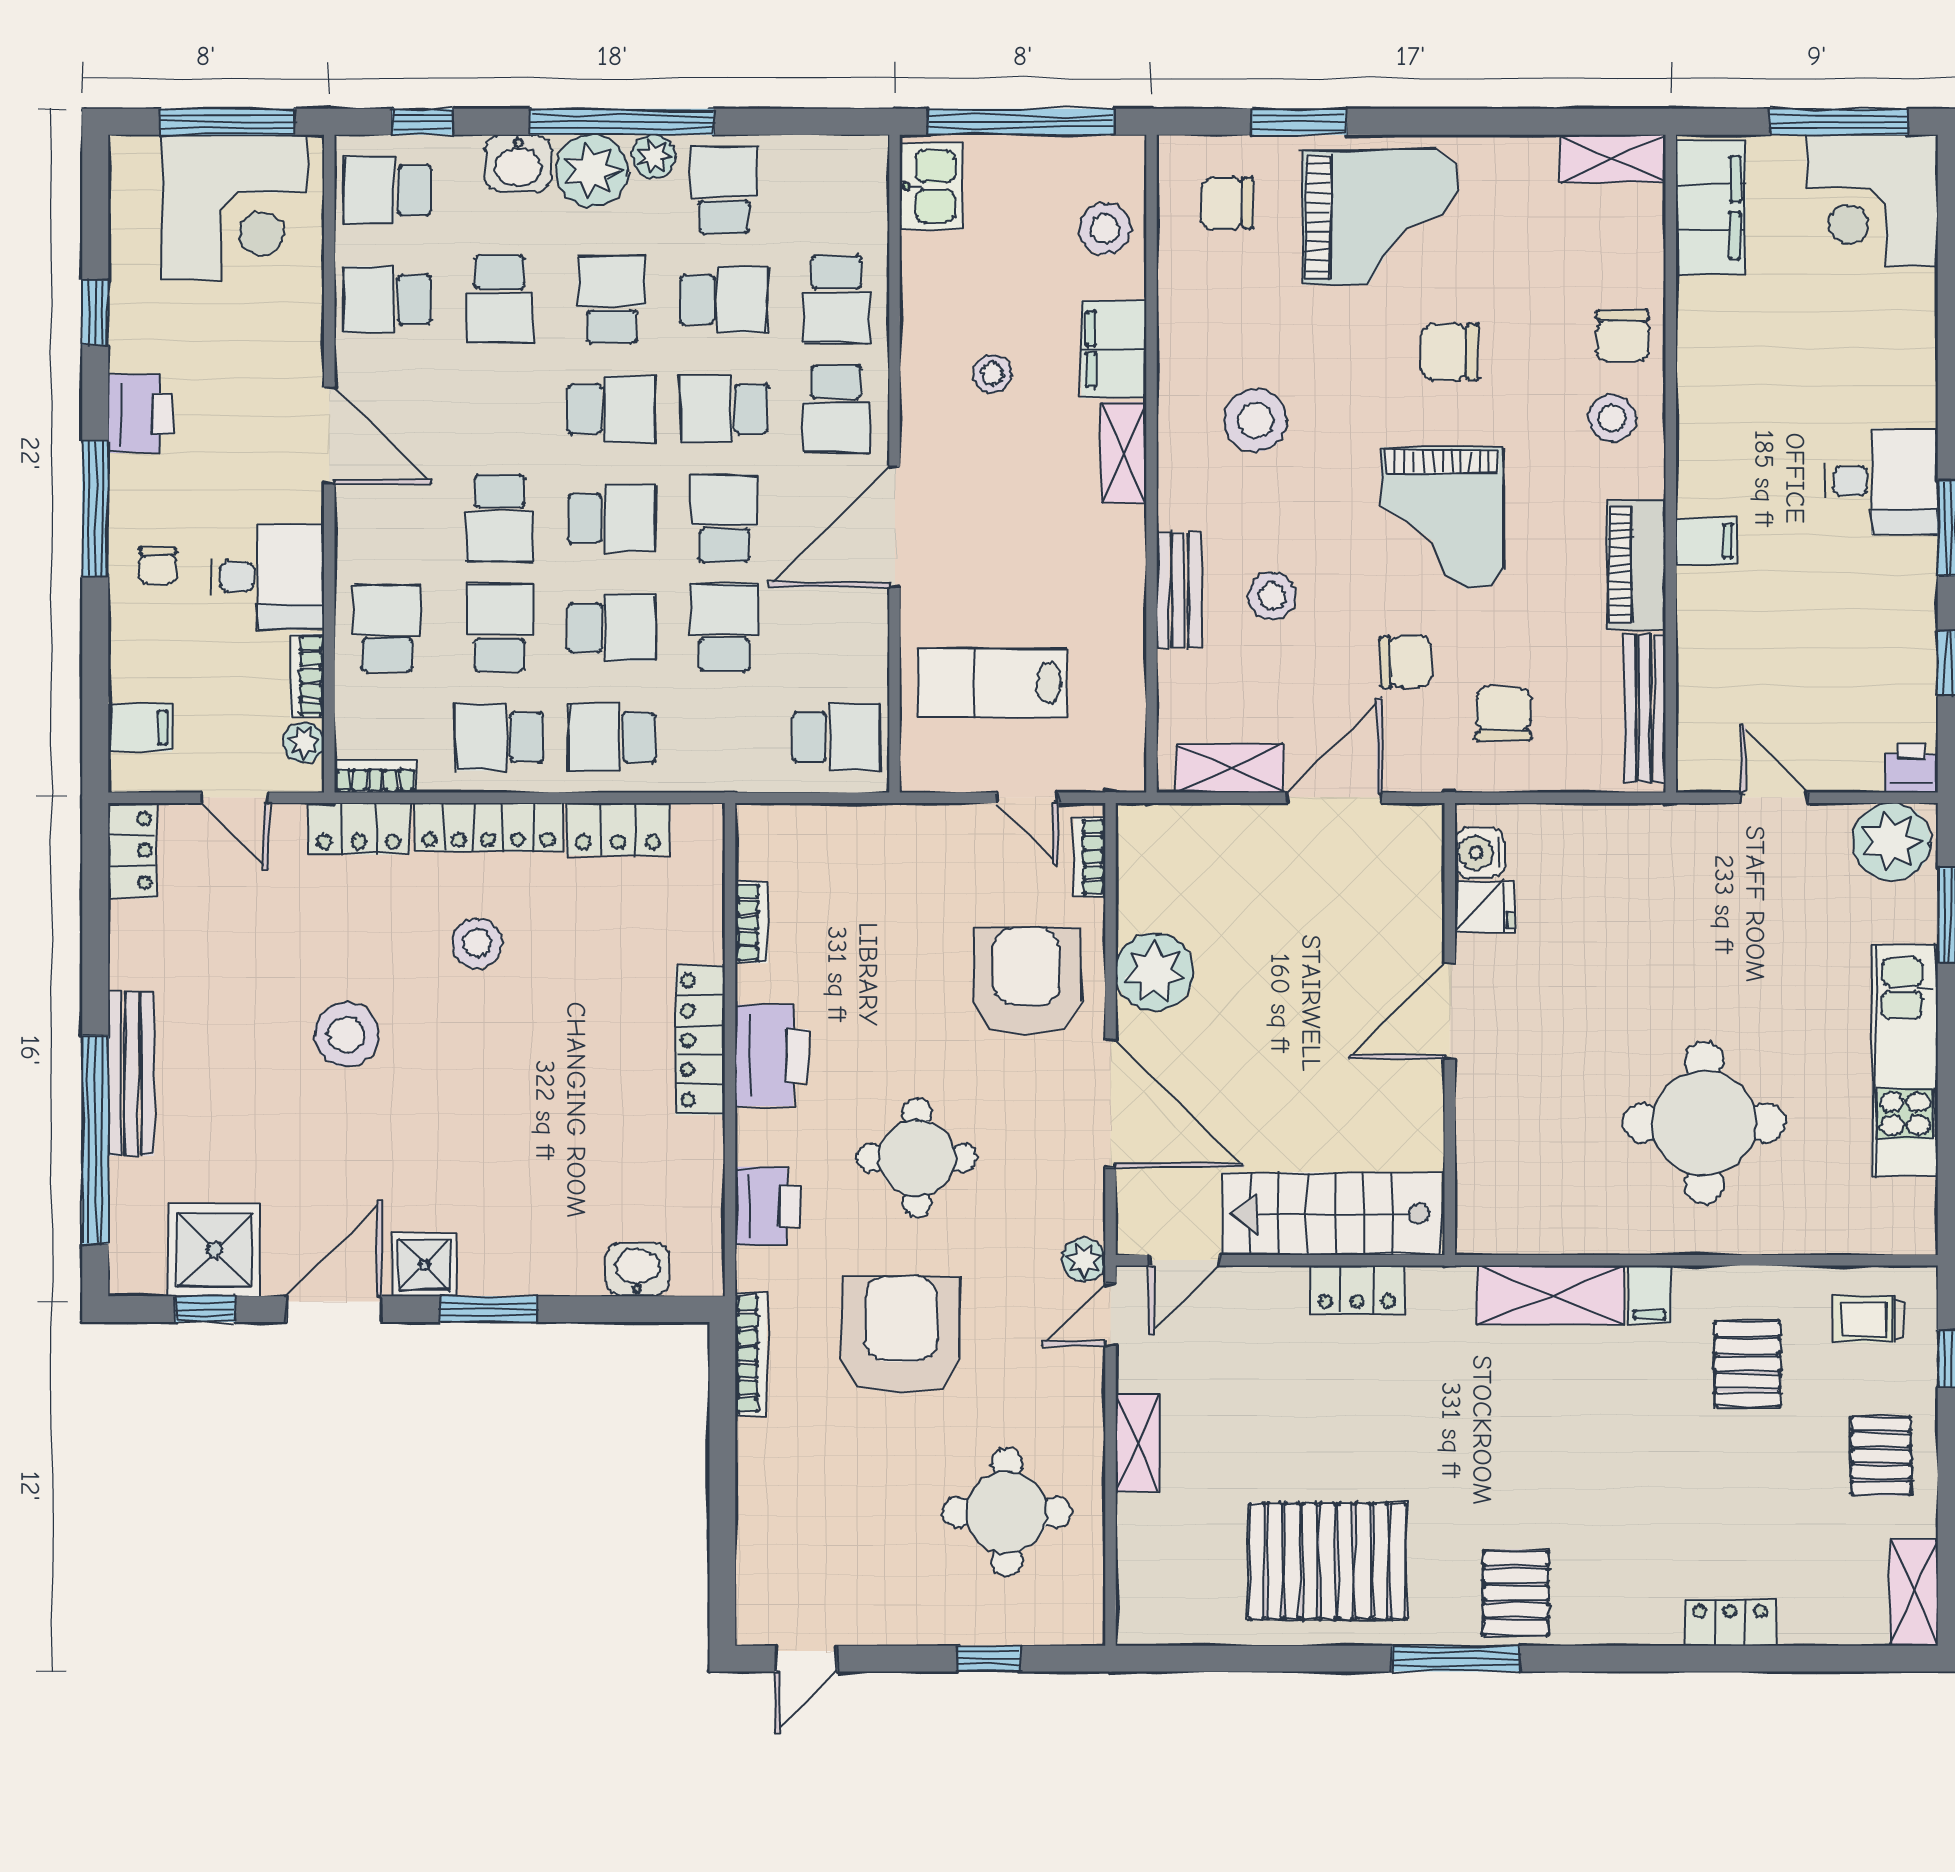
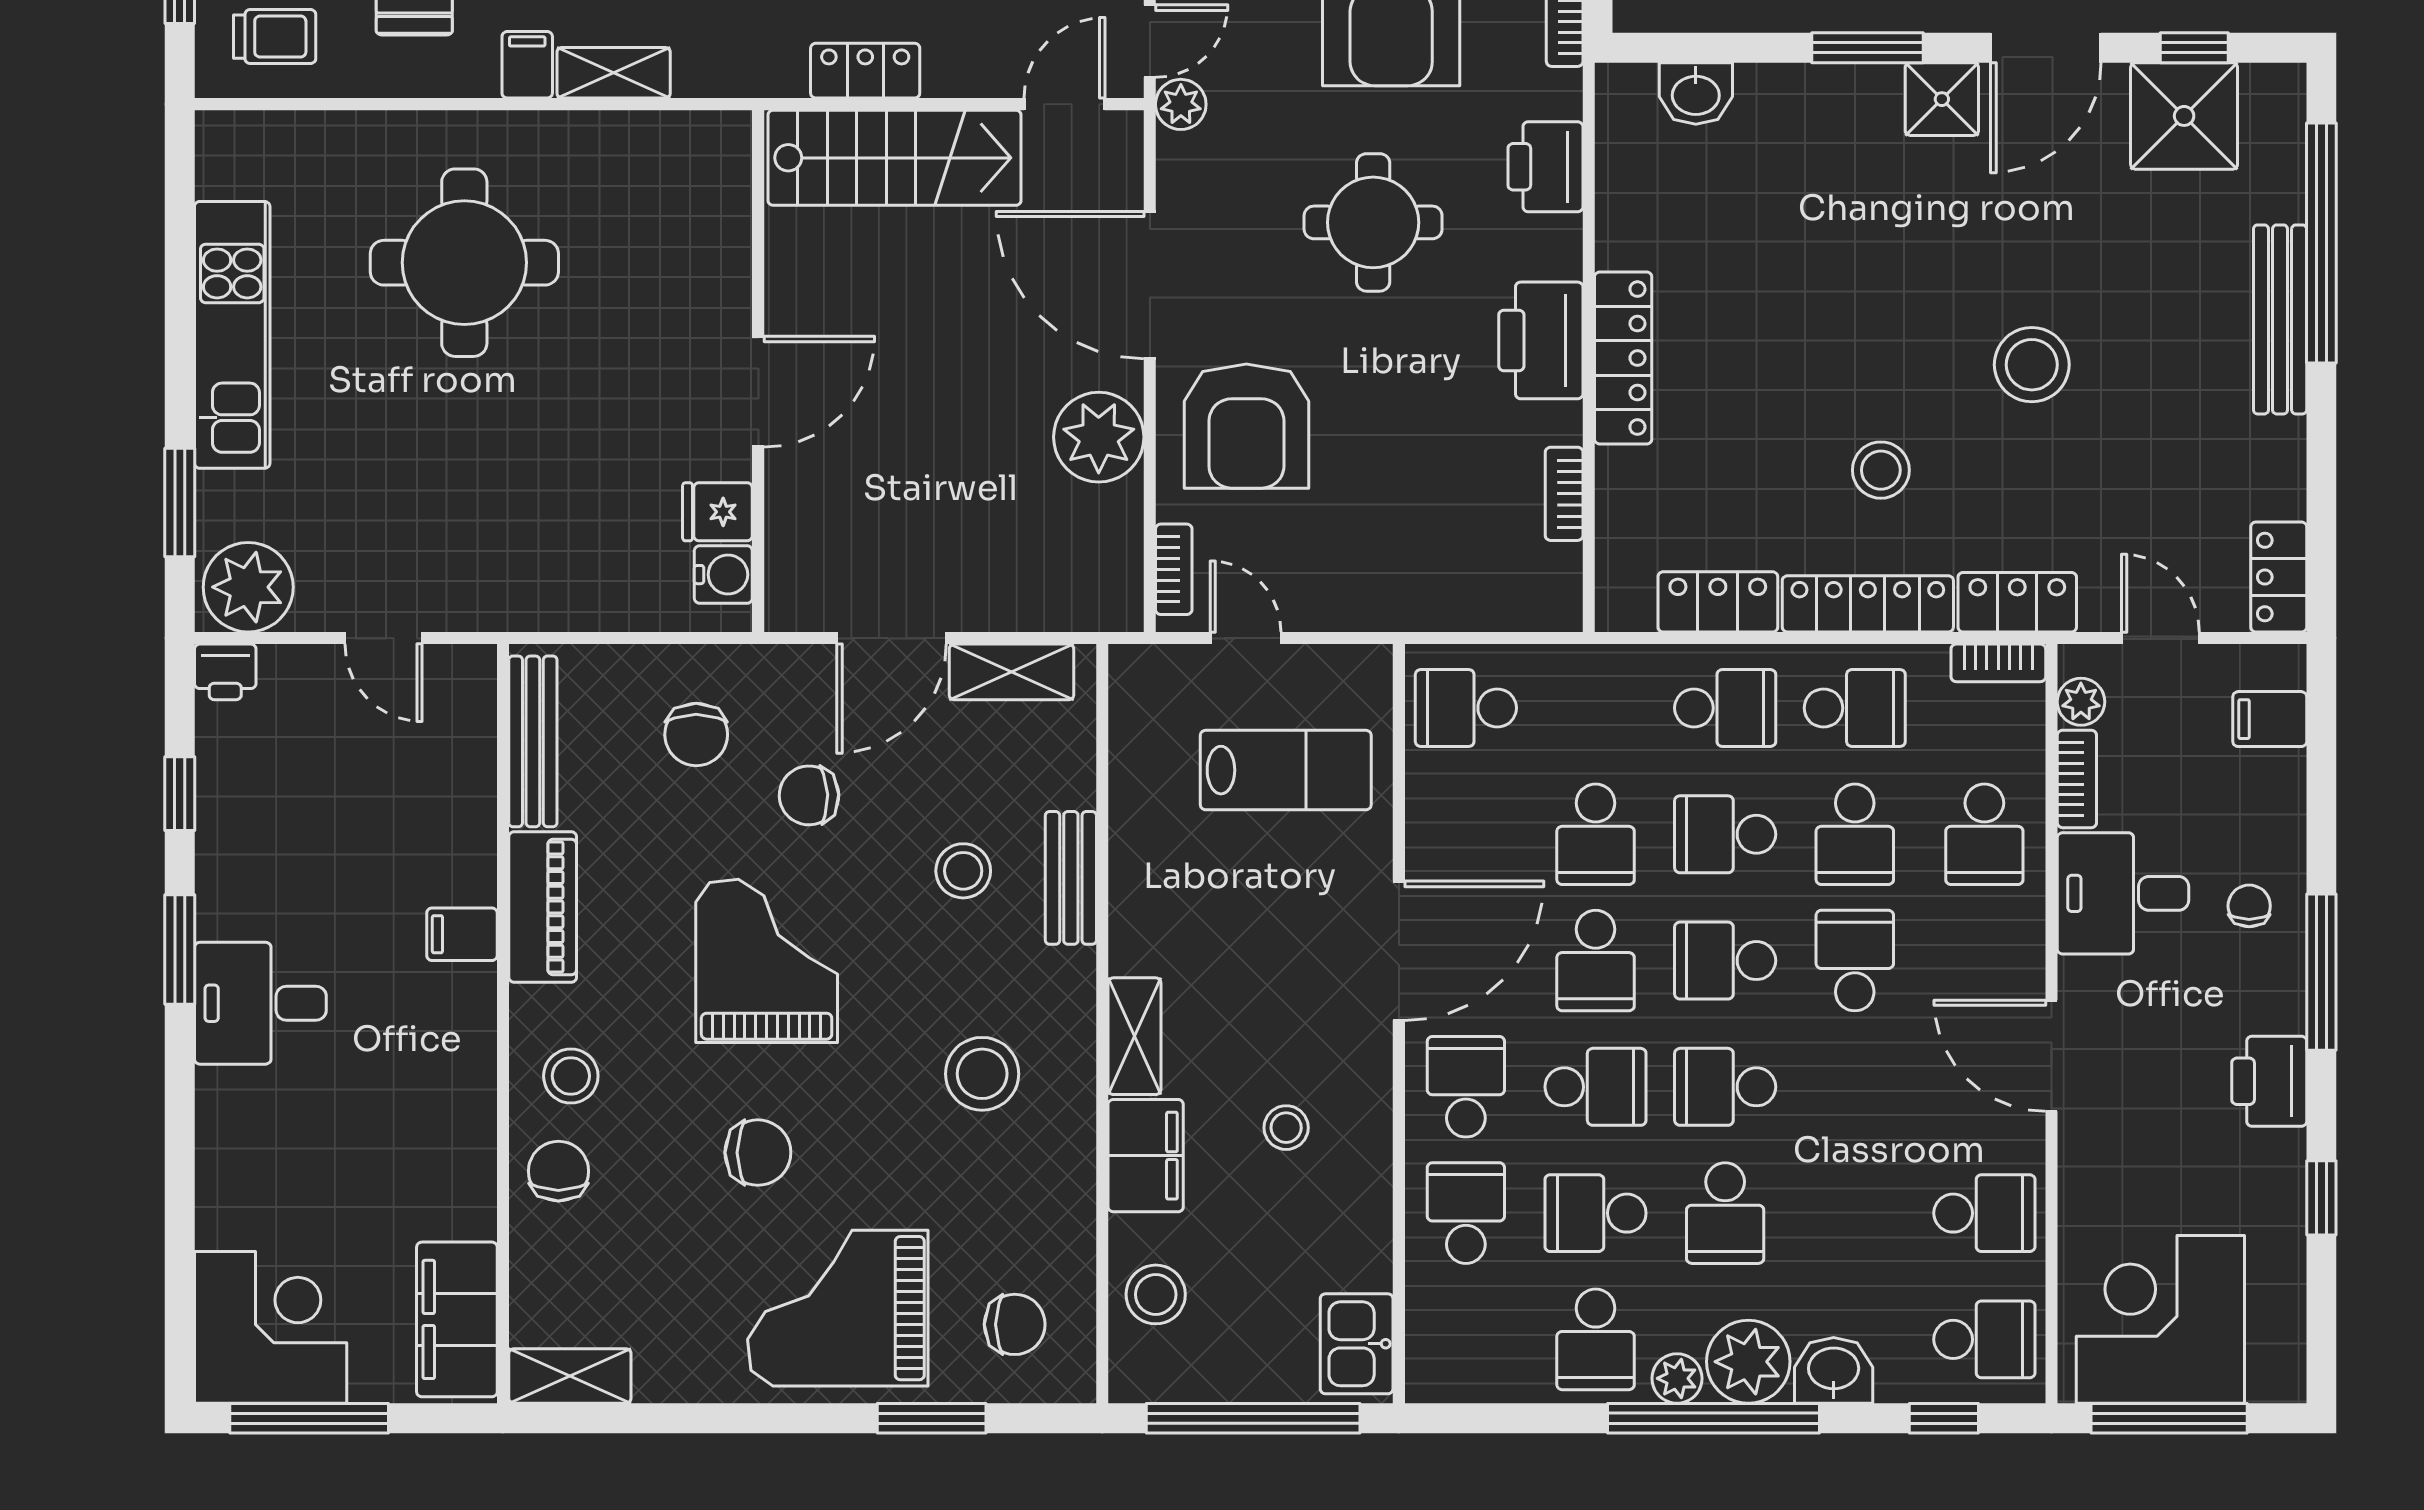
school desk: (500, 300) -> (1855, 1213), removed
shelving: (1550, 1295) -> (614, 73), width x0.67, depth x0.75

